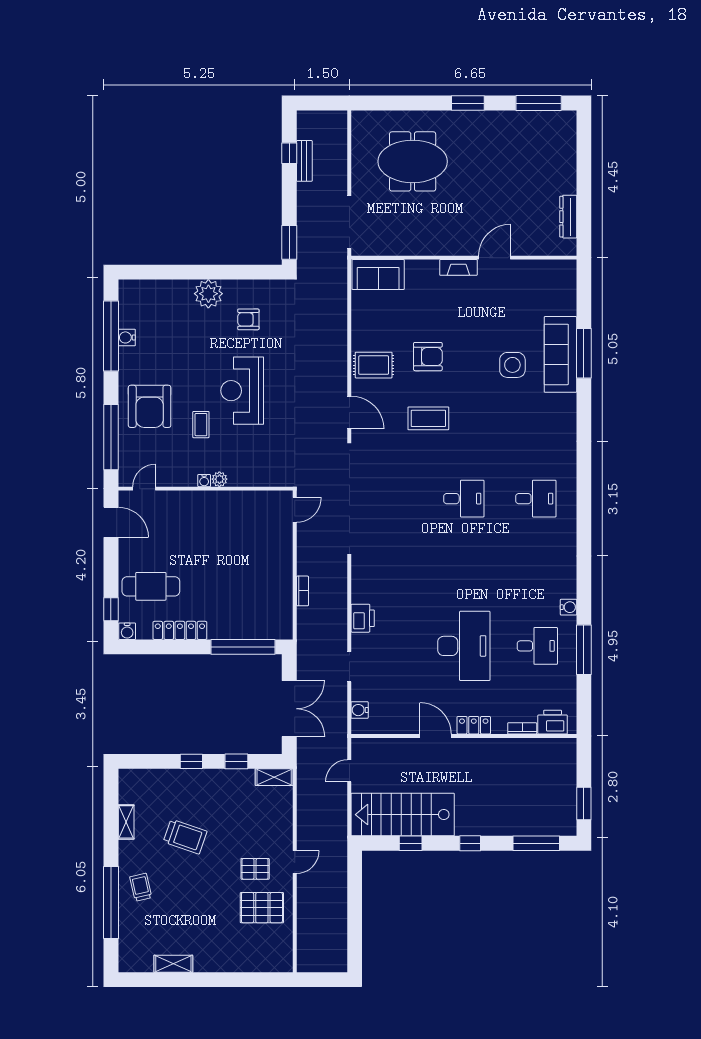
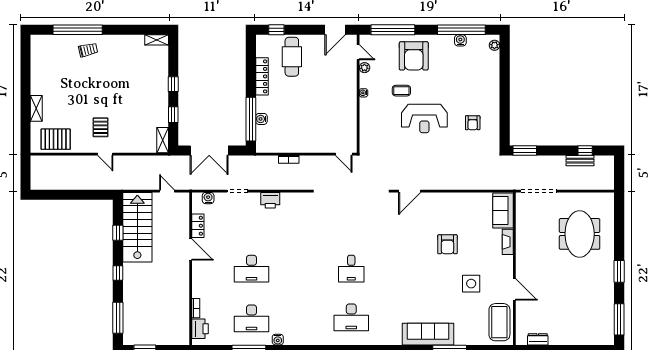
dresser: (568, 217) -> (538, 339), width x0.70
fireplace: (458, 267) -> (508, 242), moved
plant: (208, 294) -> (494, 45), moved, width x0.53, depth x0.53
armchair: (248, 319) -> (473, 123), turned 180
sofa: (560, 354) -> (428, 334), moved
rug: (374, 365) -> (442, 208), removed
side table: (512, 365) -> (471, 284), moved
reception desk: (242, 391) -> (424, 119), turned 180
armchair: (150, 406) -> (414, 56), turned -90
coffee table: (428, 418) -> (499, 322), moved, width x1.36, depth x1.32
plant: (219, 479) -> (364, 68), moved
desk: (536, 499) -> (351, 317), width x1.37
water cooler: (127, 631) -> (261, 119), moved
desk: (464, 646) -> (251, 269), width x0.73, depth x0.77
desk: (537, 646) -> (251, 318), width x1.37
locker: (474, 725) -> (198, 226), moved
door: (436, 736) -> (191, 250), hinge flipped
shelving: (126, 822) -> (157, 40), moved
trolley: (185, 837) -> (122, 80), removed
pallet: (262, 908) -> (56, 139), moved, turned 90
shelving: (173, 964) -> (36, 108), moved

